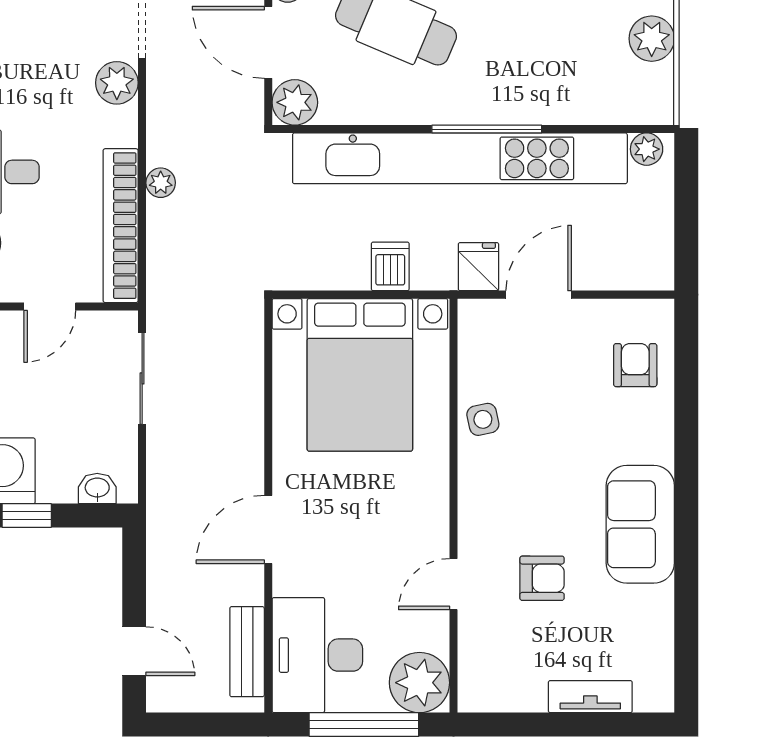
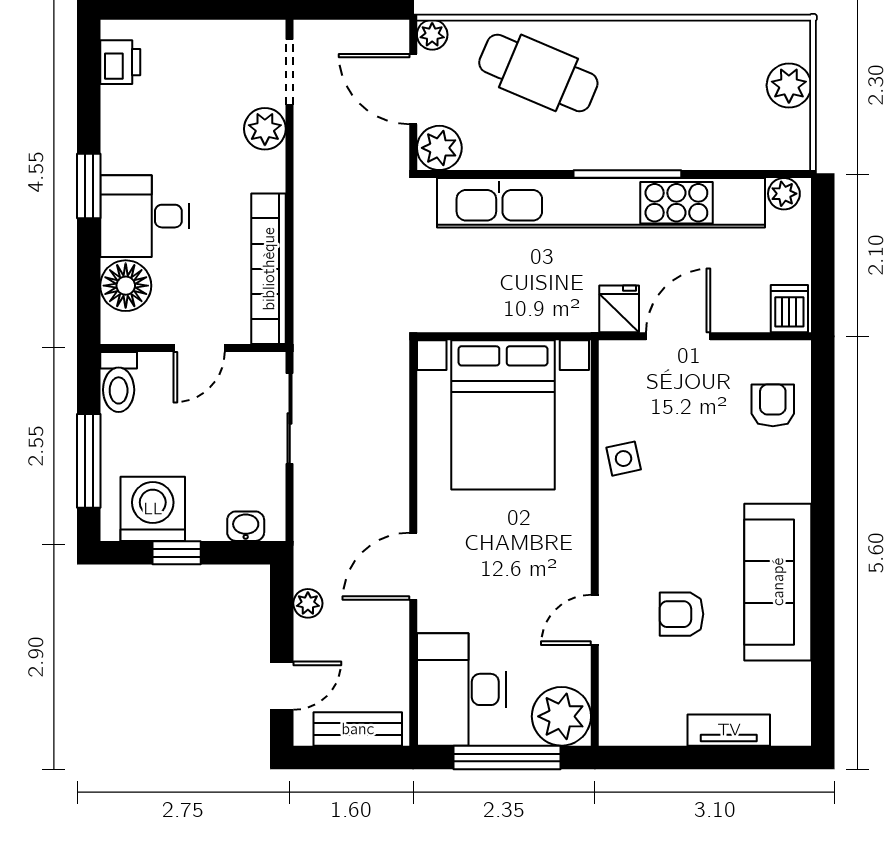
plant: (161, 183) -> (308, 603), moved
dishwasher: (390, 266) -> (789, 309), moved
sofa: (640, 524) -> (778, 582), width x1.36
armchair: (542, 578) -> (681, 614), turned 180
door: (134, 651) -> (282, 686), hinge flipped
bench: (247, 652) -> (358, 729), moved, turned 90

